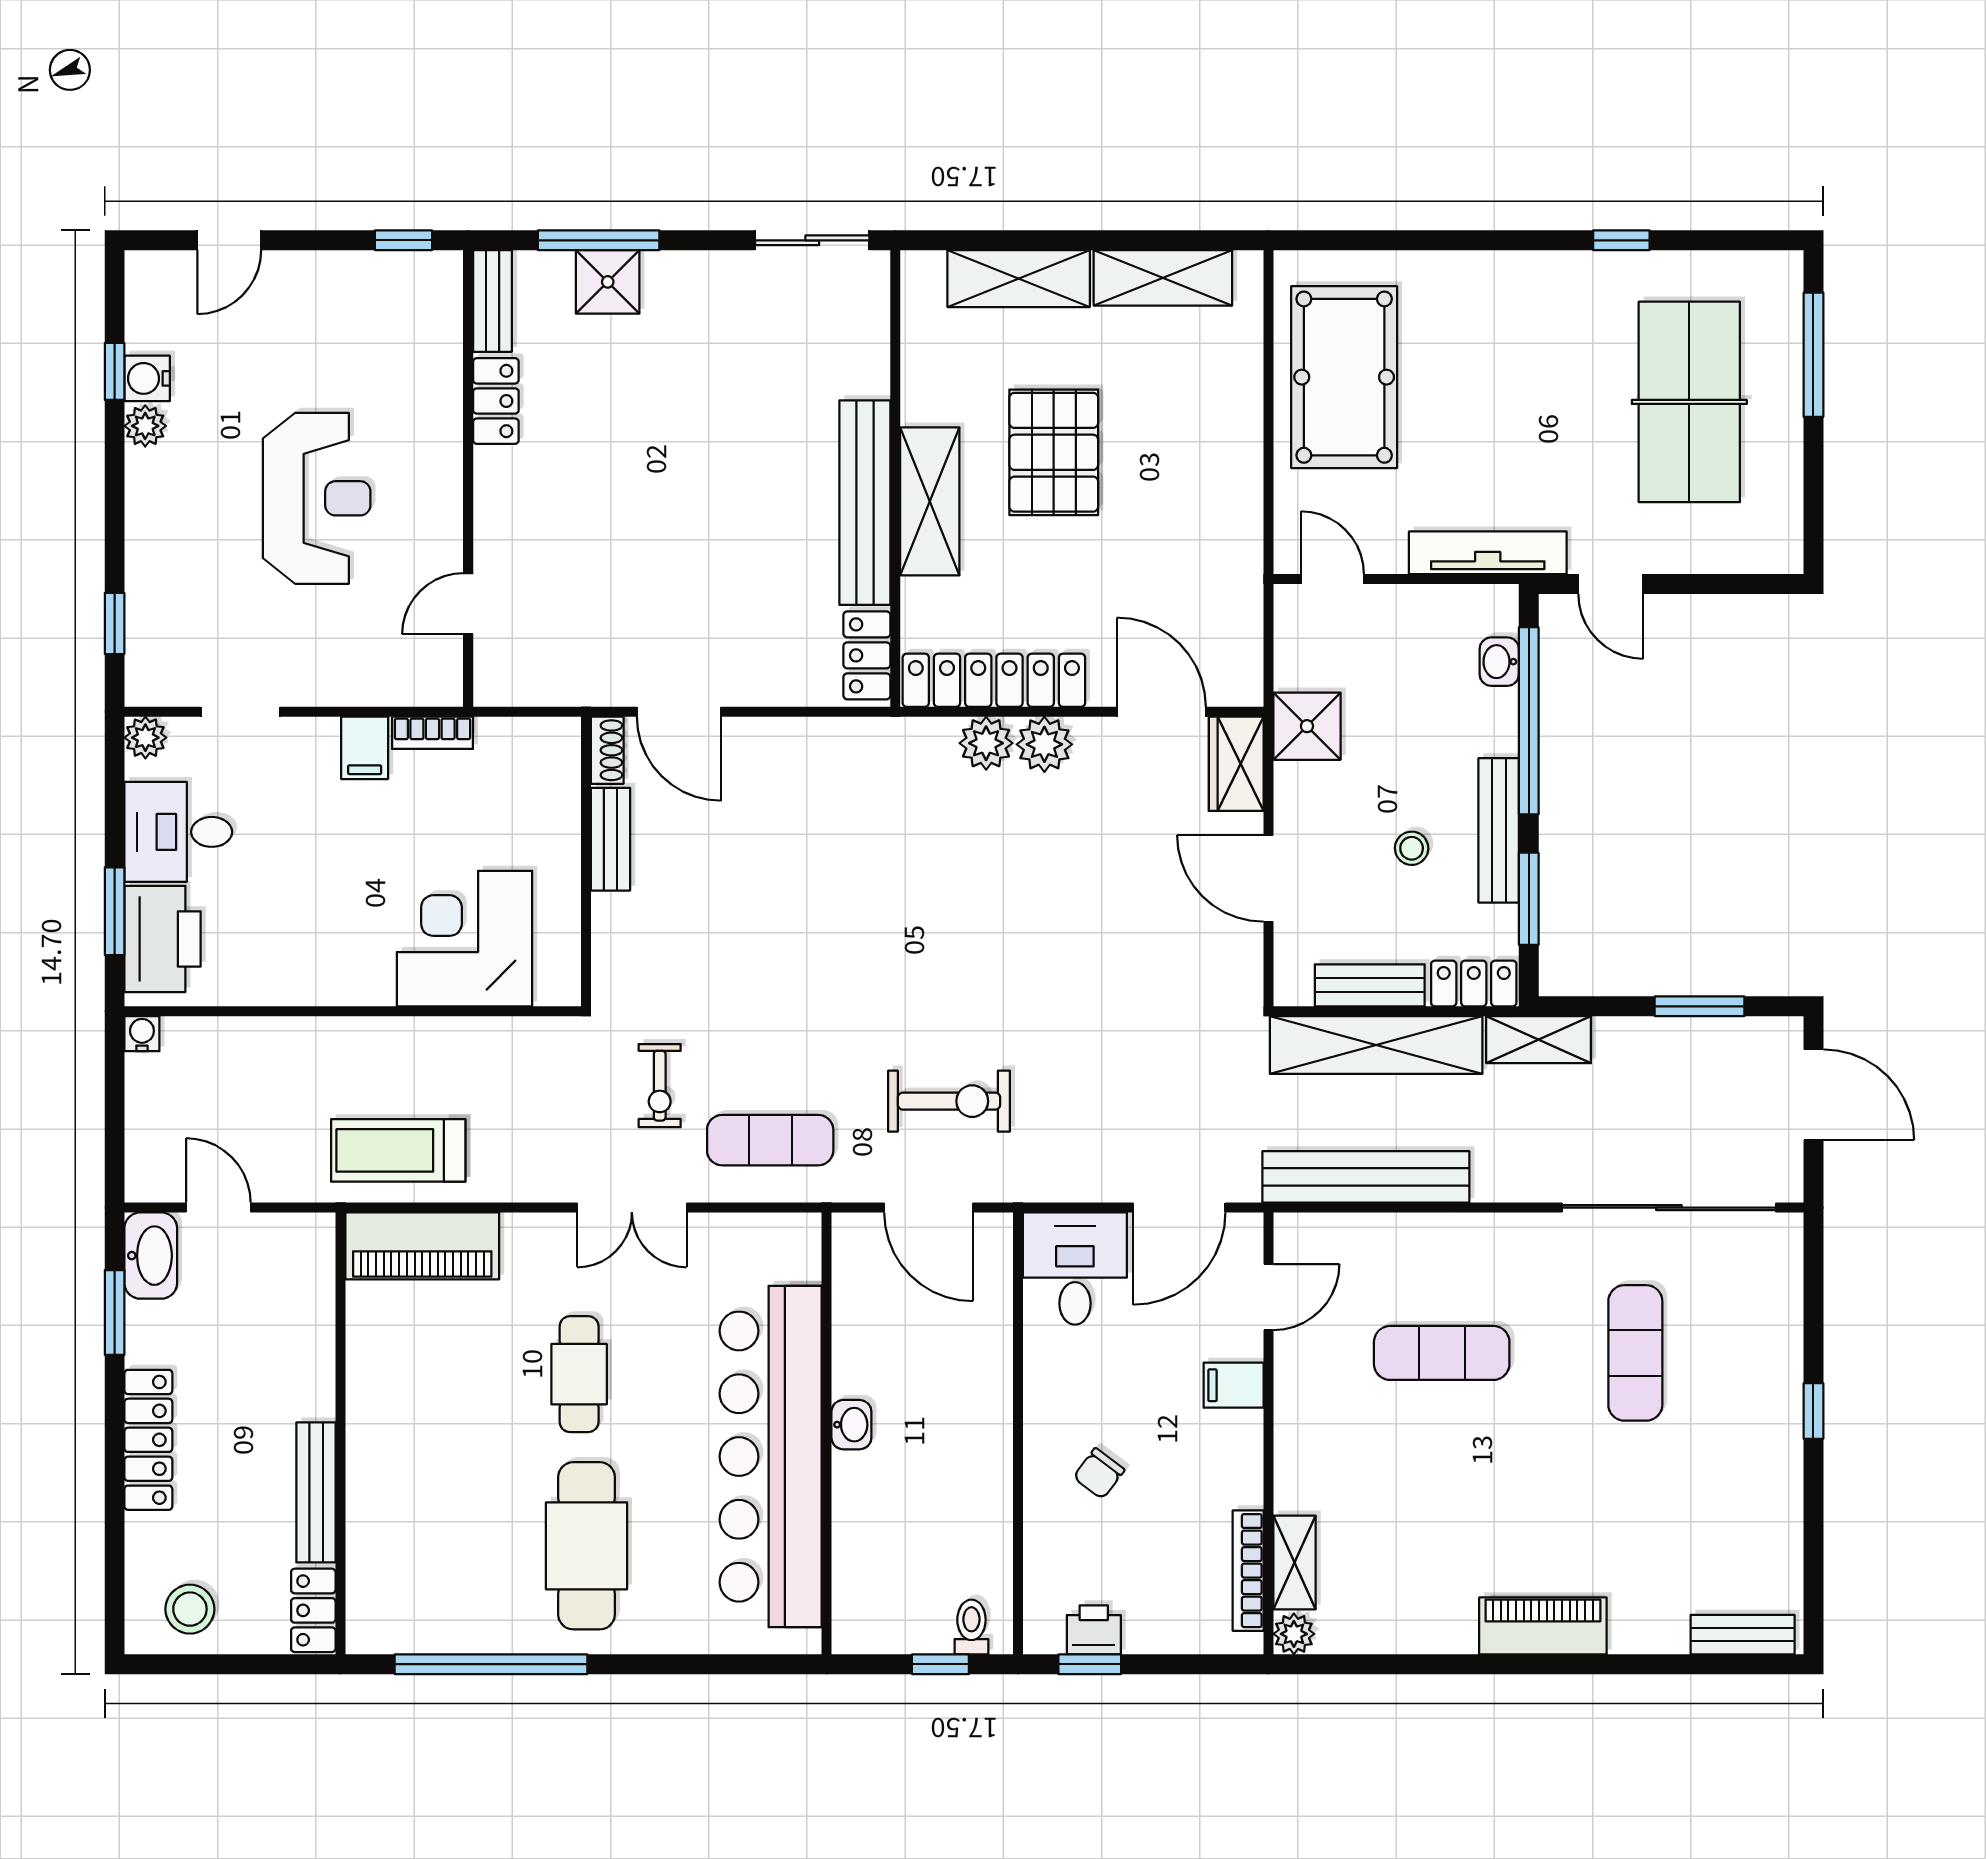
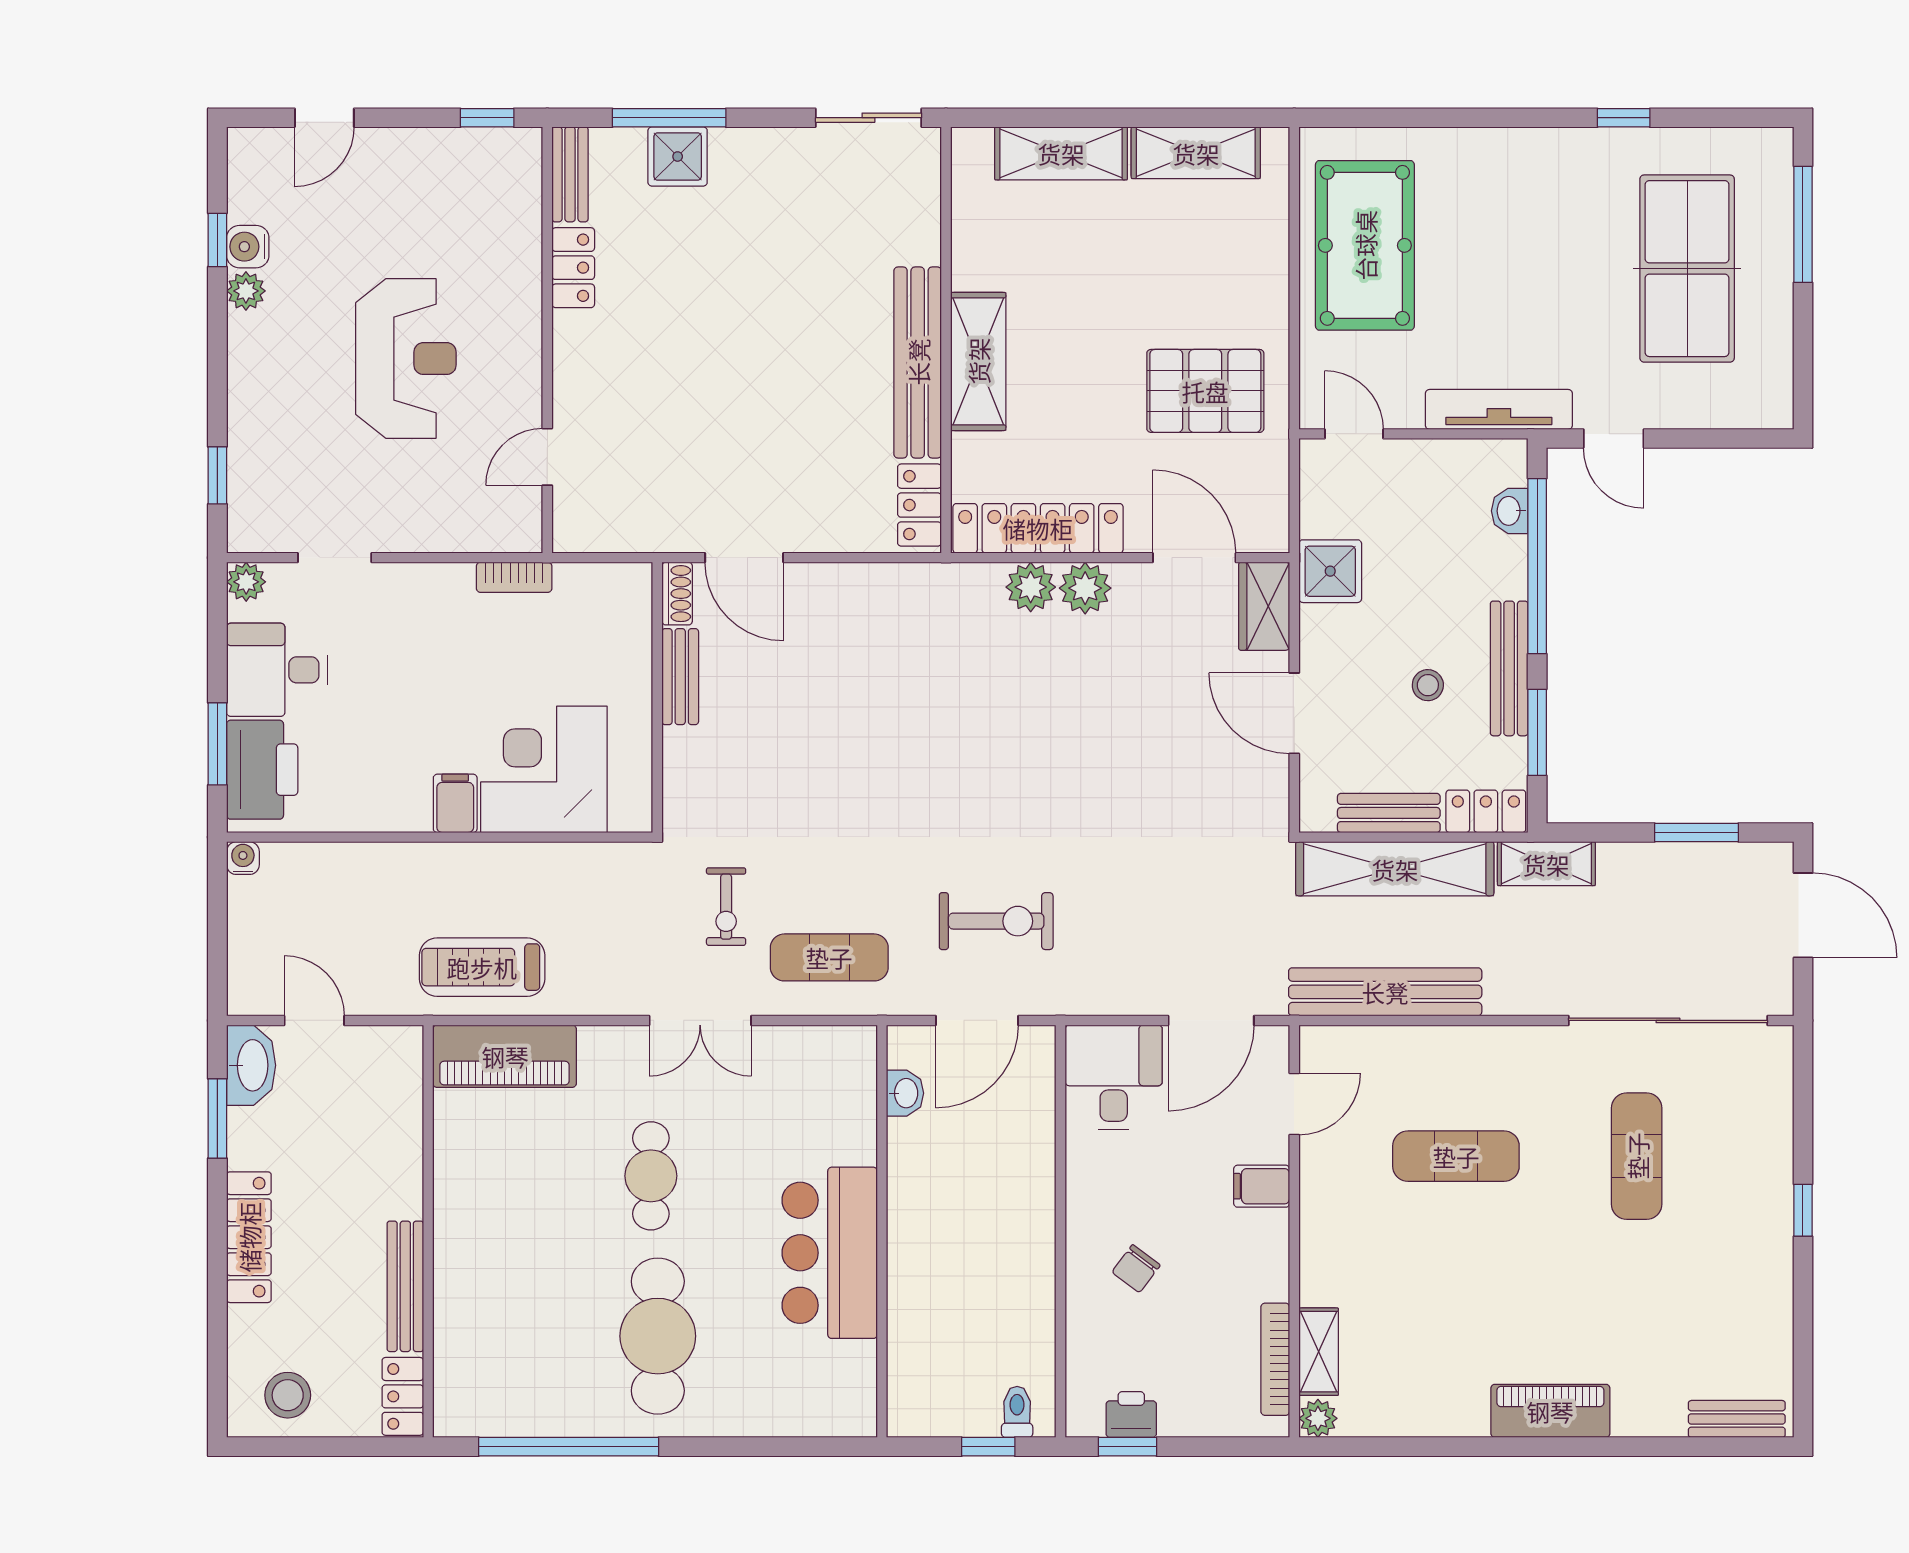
pallet: (1054, 452) -> (1205, 391), moved, turned 90
filing cabinet: (365, 748) -> (455, 803), moved, turned 180
door: (929, 1208) -> (977, 1020), hinge flipped
washbasin: (851, 1425) -> (905, 1093), moved
bar counter: (771, 1457) -> (830, 1253), width x0.54

